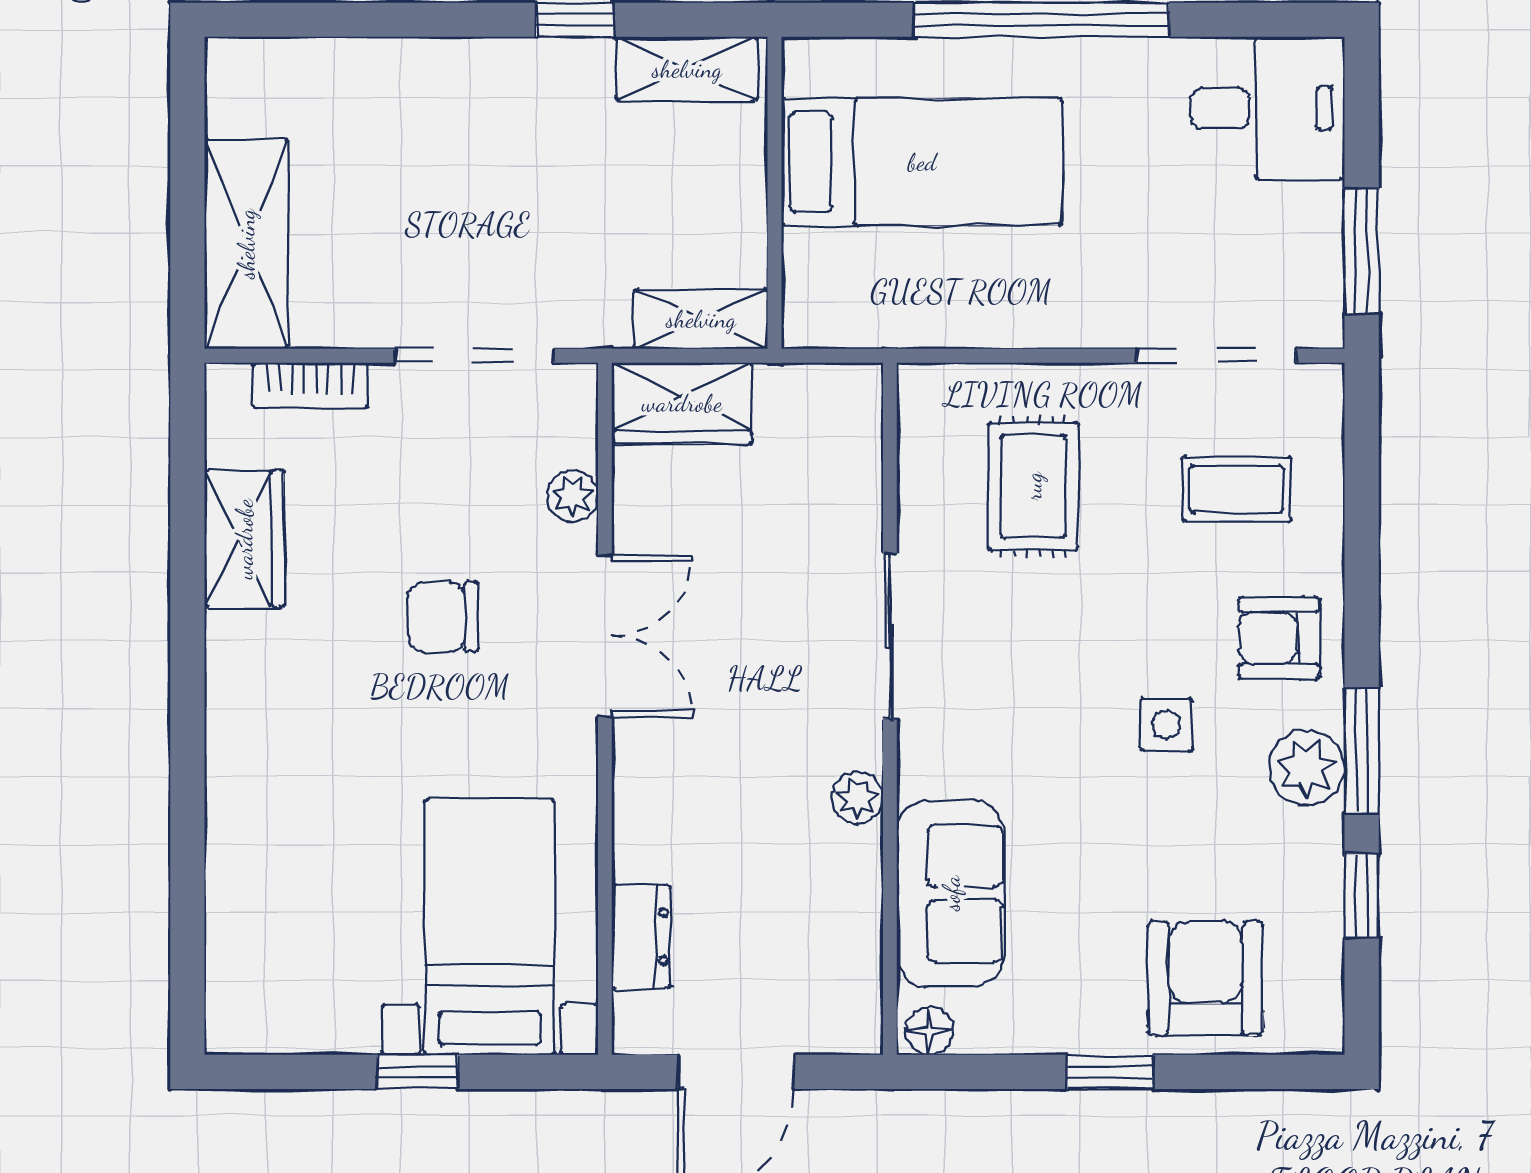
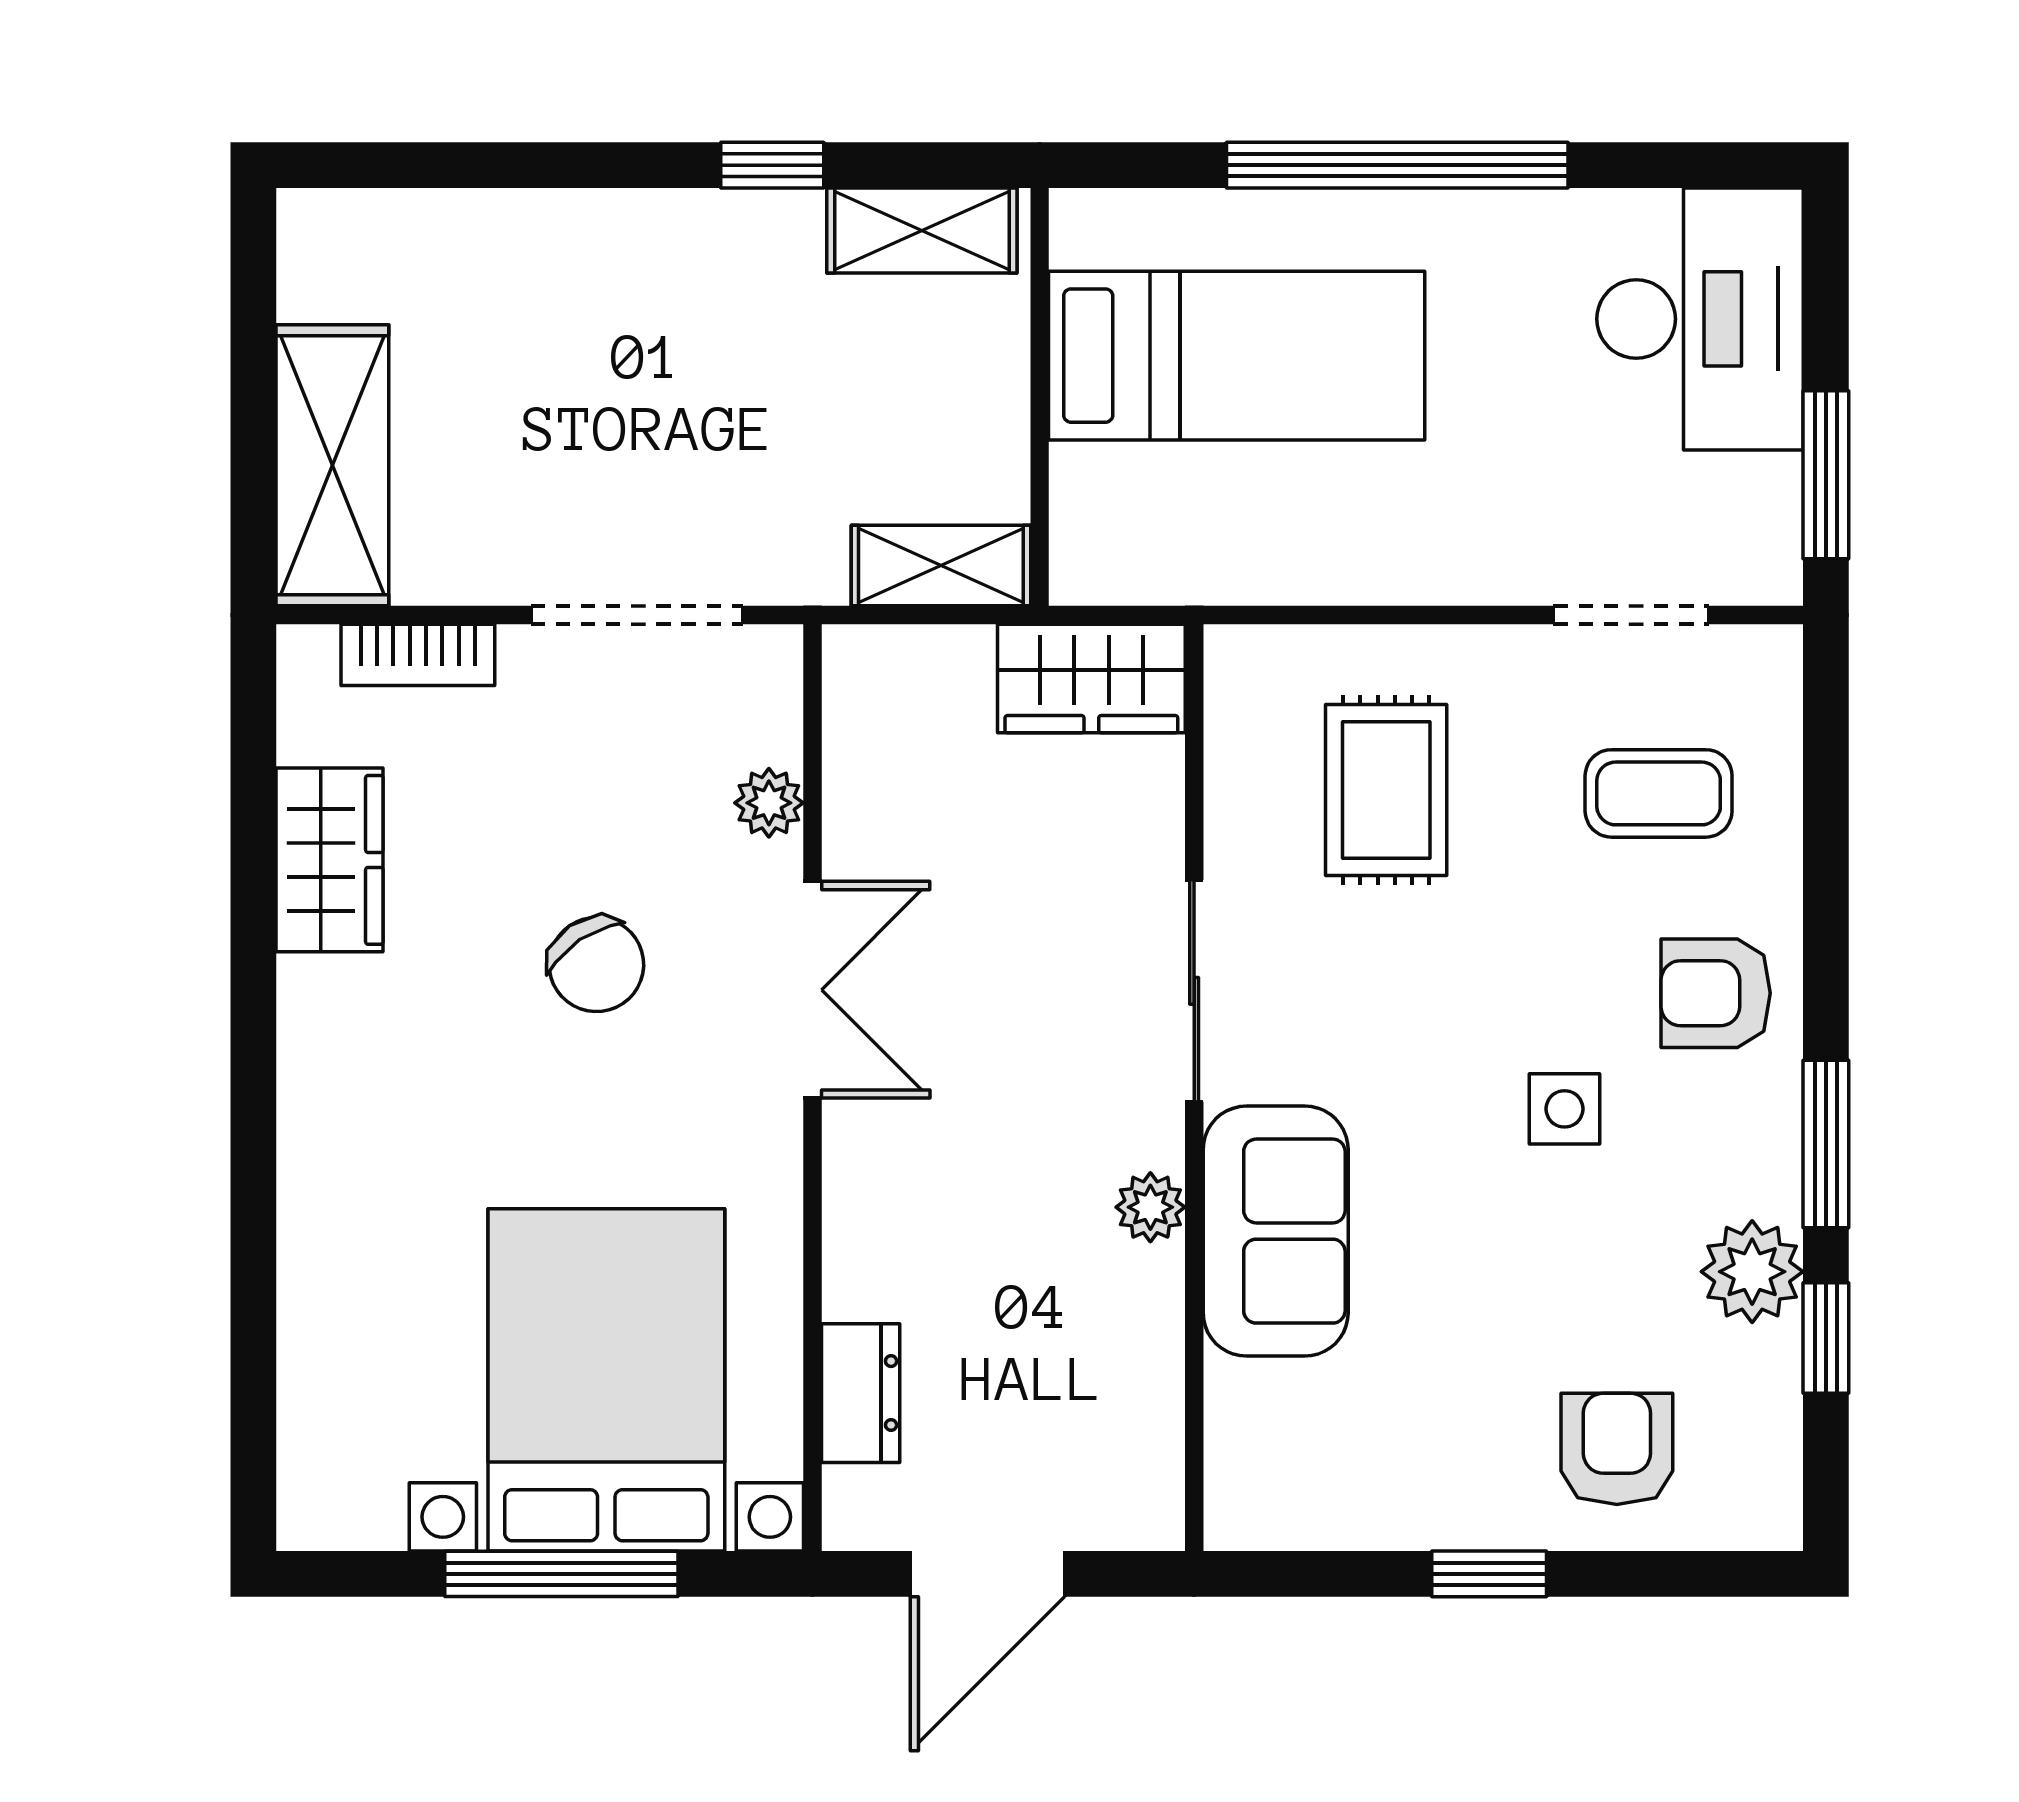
desk: (1268, 108) -> (1700, 319), width x1.37
doorway: (1216, 356) -> (1631, 615), width x0.73
wardrobe: (682, 403) -> (1091, 678), moved
chair: (443, 617) -> (596, 965), turned -124
plant: (1307, 768) -> (1752, 1272), moved
sofa: (951, 893) -> (1276, 1231), moved
bed with nightstands: (490, 927) -> (606, 1380), width x1.36
armchair: (1206, 978) -> (1617, 1449), width x0.72, depth x0.72
floor lamp: (930, 1031) -> (1247, 1519), removed
window: (417, 1072) -> (561, 1574), width x2.17

